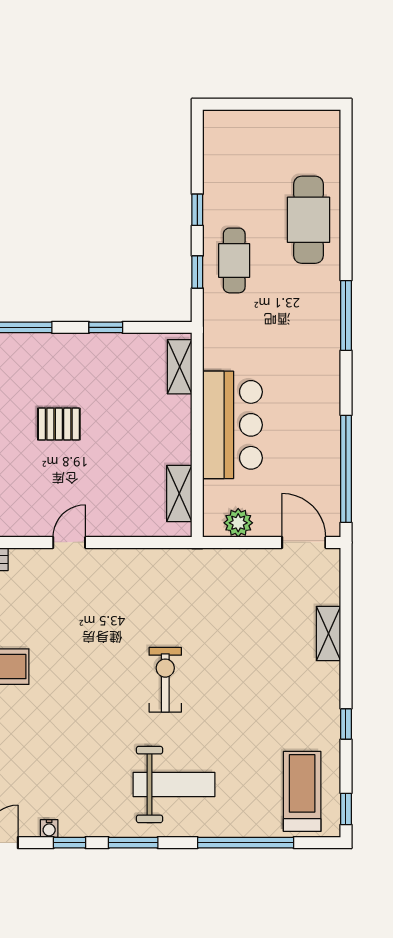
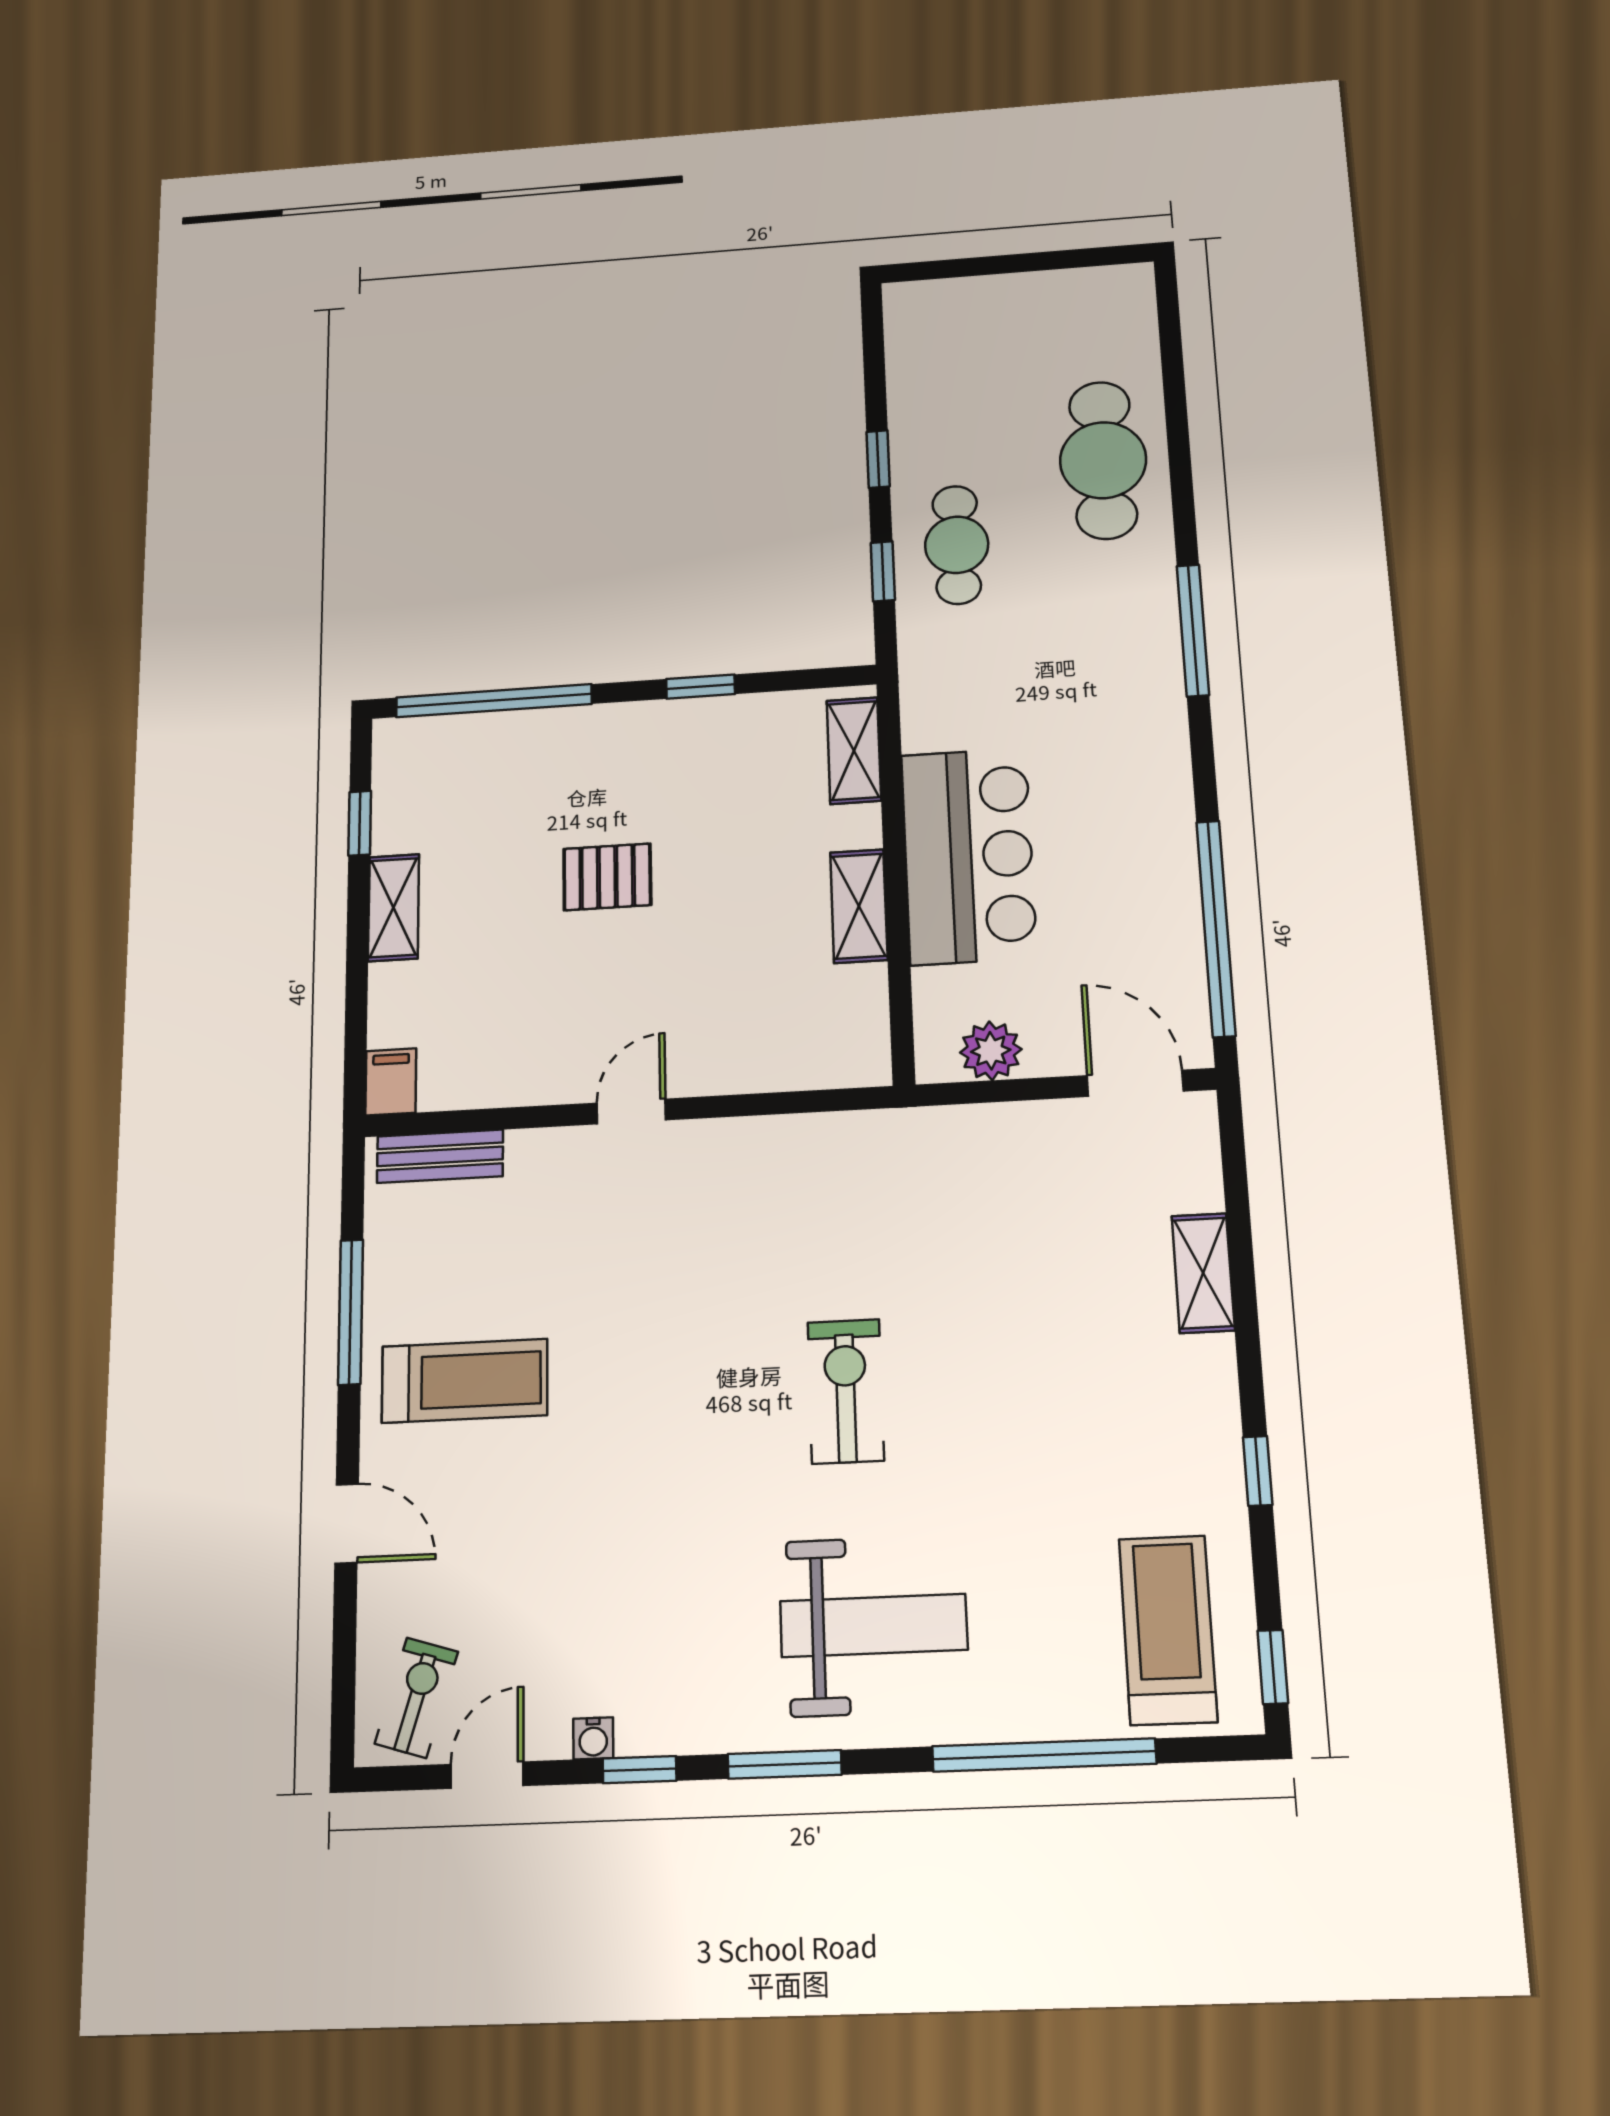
shelving: (179, 493) -> (859, 906), moved

